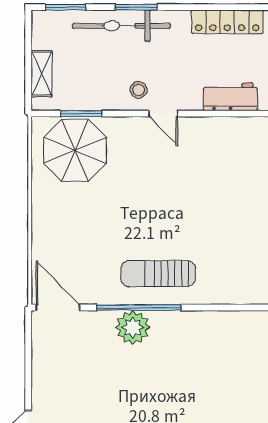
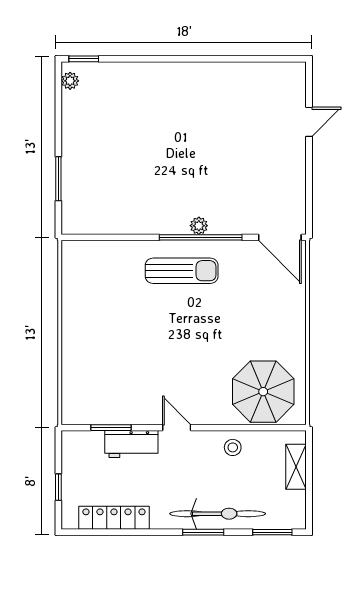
stool: (139, 90) -> (233, 447), moved
workbench: (230, 97) -> (131, 444), moved
window: (81, 114) -> (111, 428), moved
plant: (133, 327) -> (199, 226), width x0.53, depth x0.53

